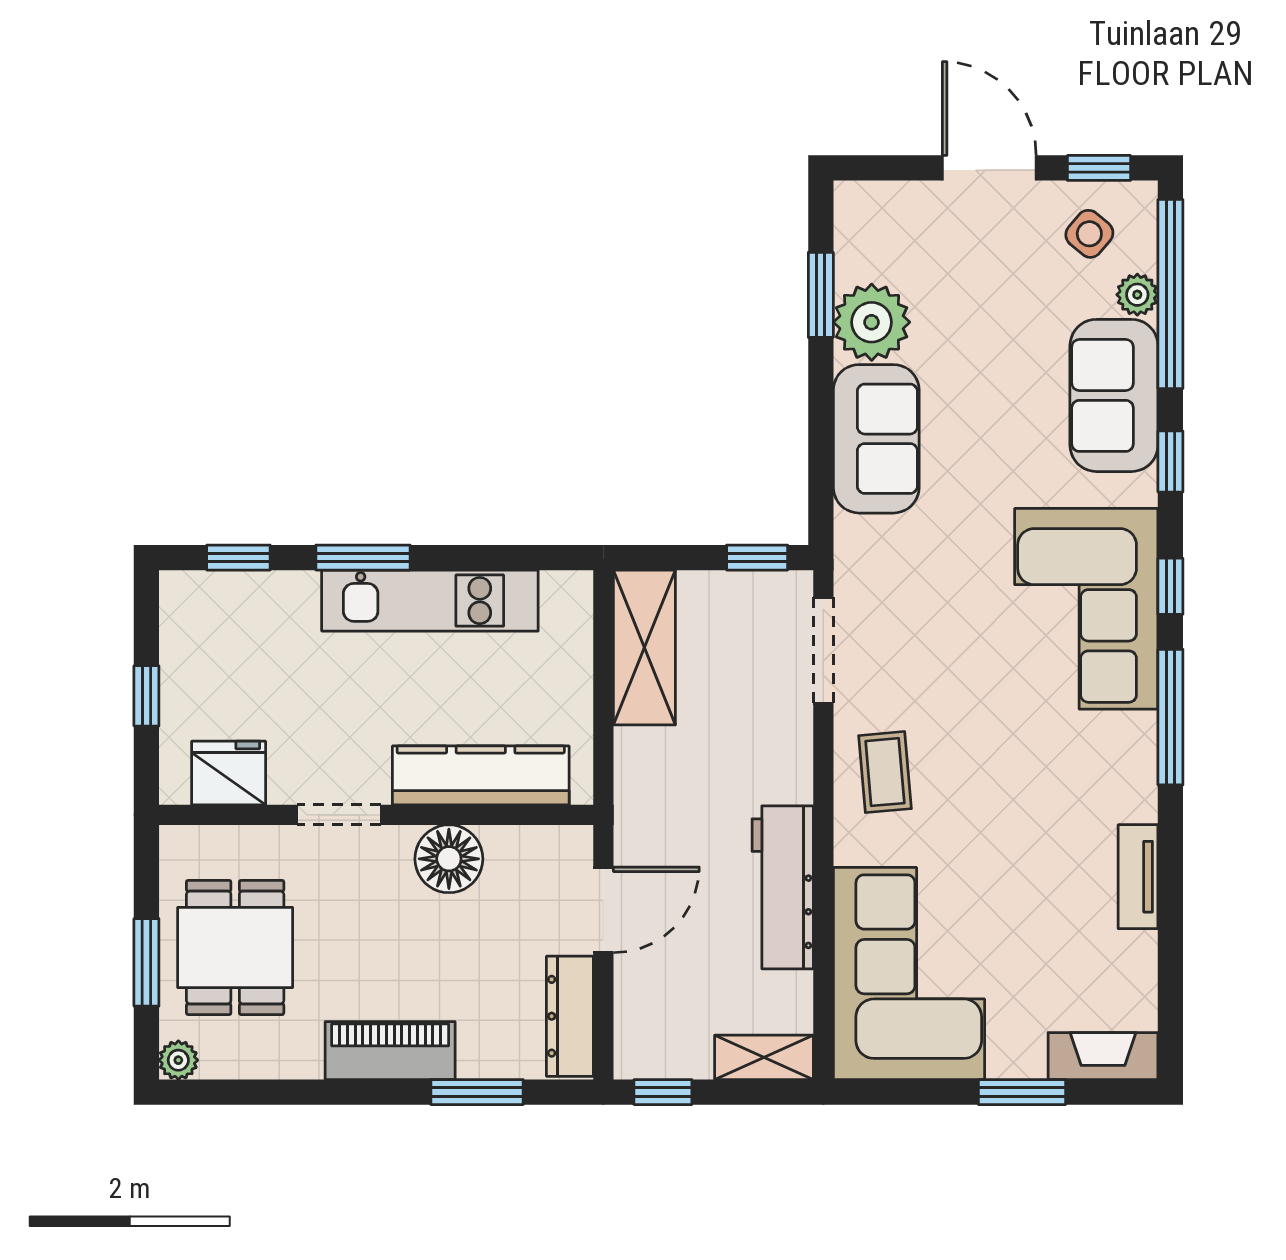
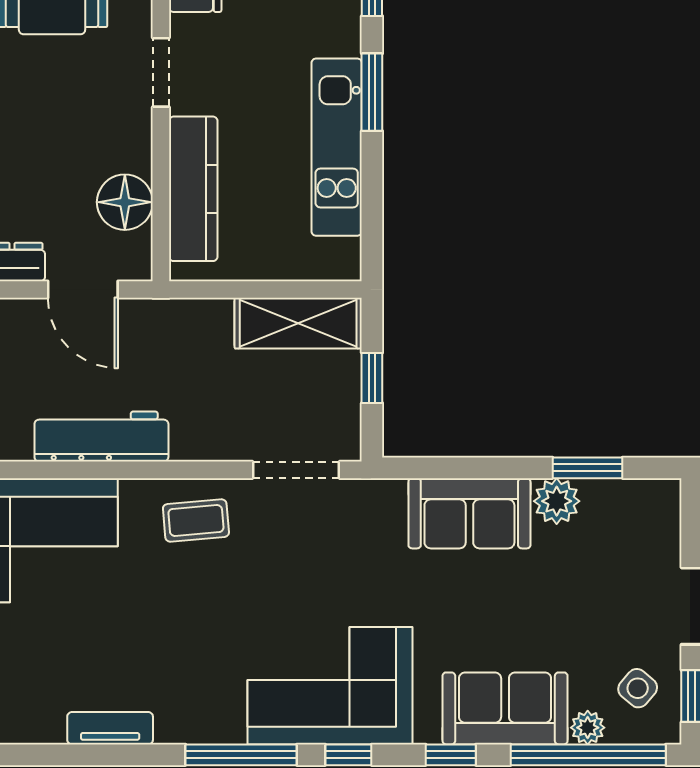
plant: (872, 322) -> (557, 501), width x0.73, depth x0.73
window: (757, 558) -> (372, 378), moved
floor lamp: (449, 859) -> (125, 202), moved

